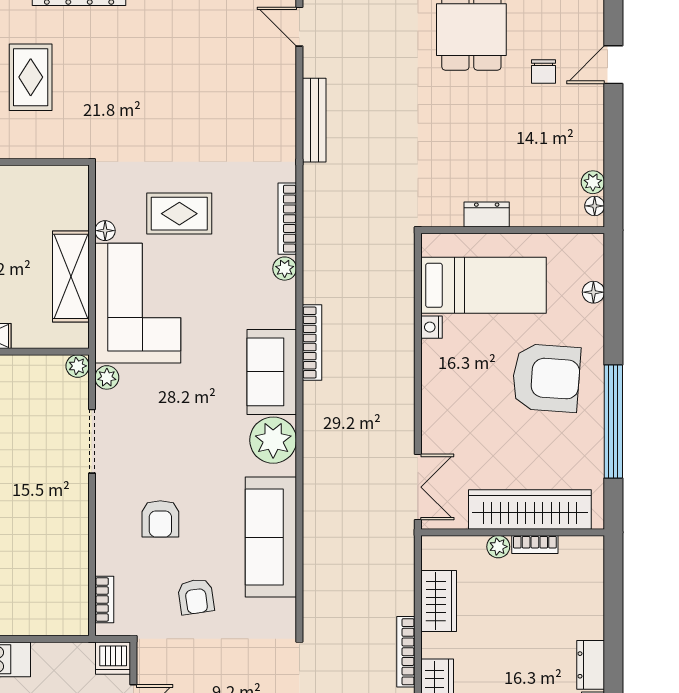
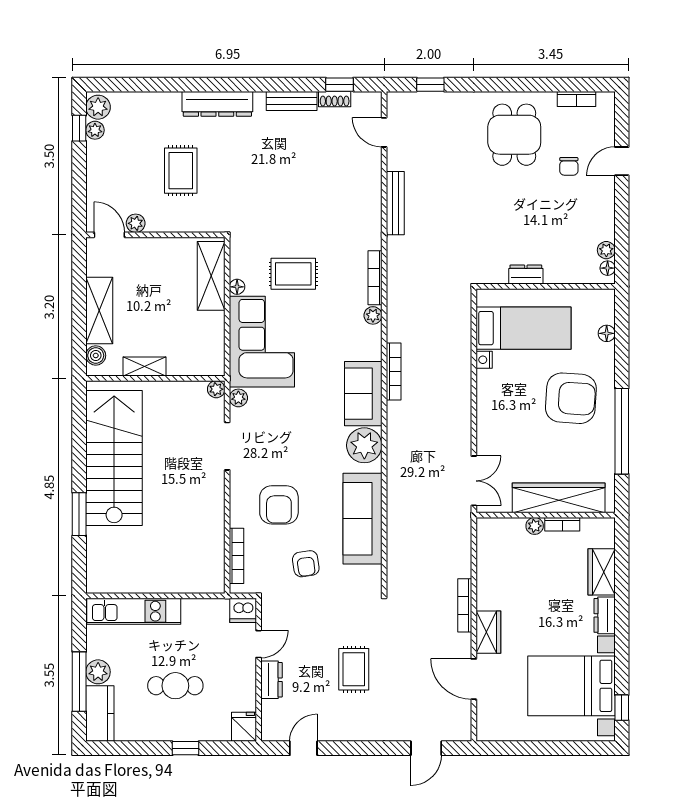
shelving: (71, 276) -> (211, 276), moved
armchair: (160, 519) -> (279, 505), width x1.38, depth x1.38
bookcase: (104, 600) -> (236, 556), width x1.56
wardrobe: (439, 601) -> (602, 572), moved, turned 180

